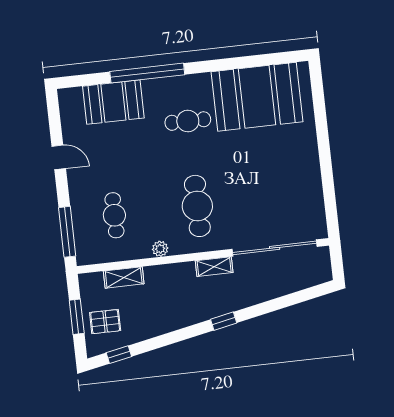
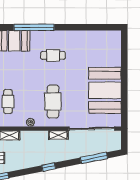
booth: (257, 97) -> (105, 90), moved, turned 90
window: (284, 302) -> (94, 158), added
window: (224, 321) -> (49, 167), moved

